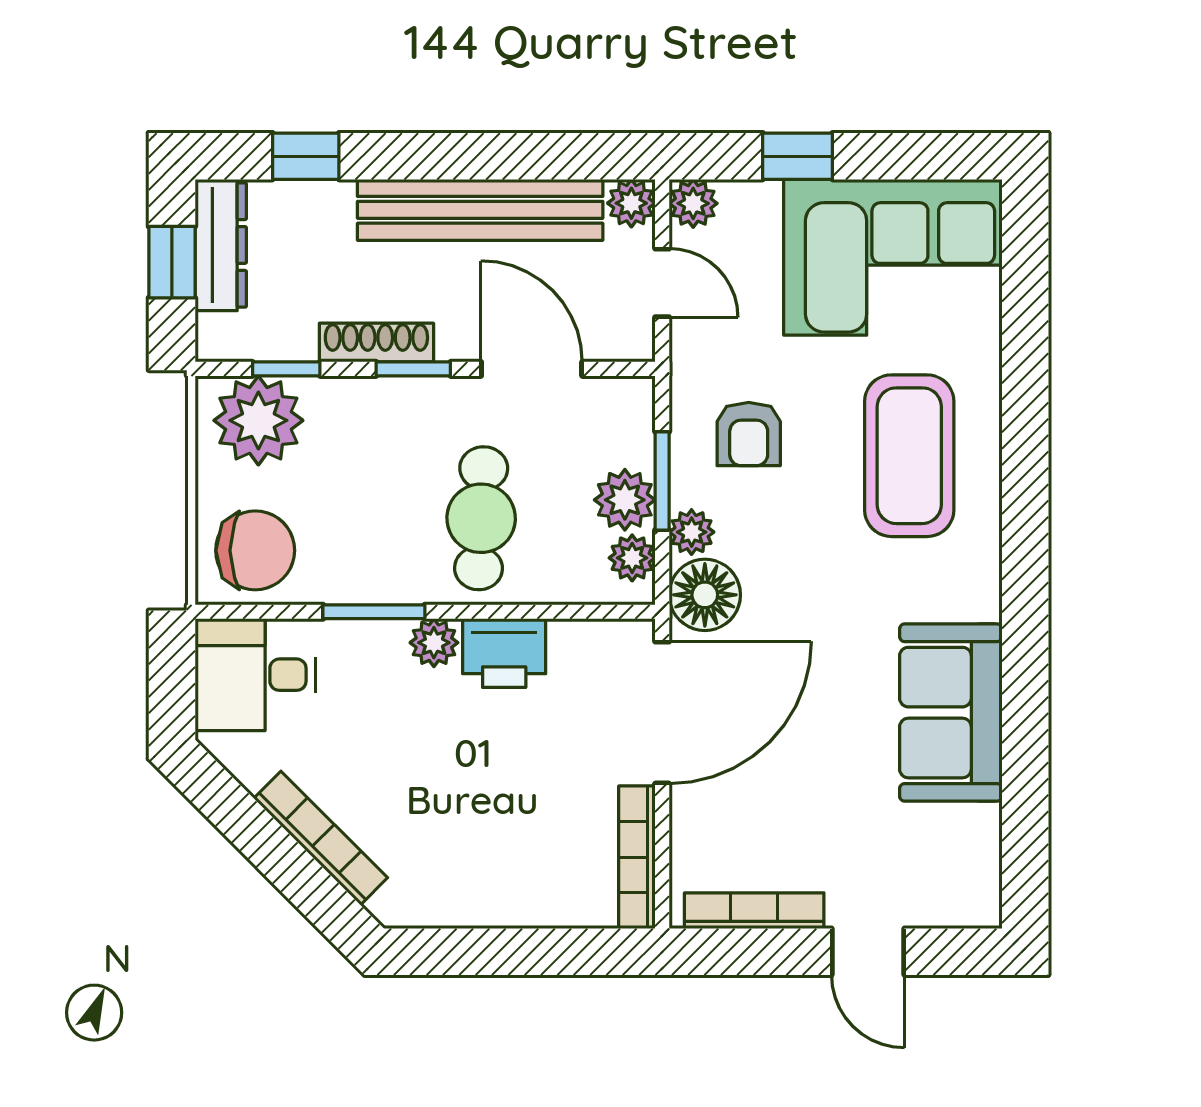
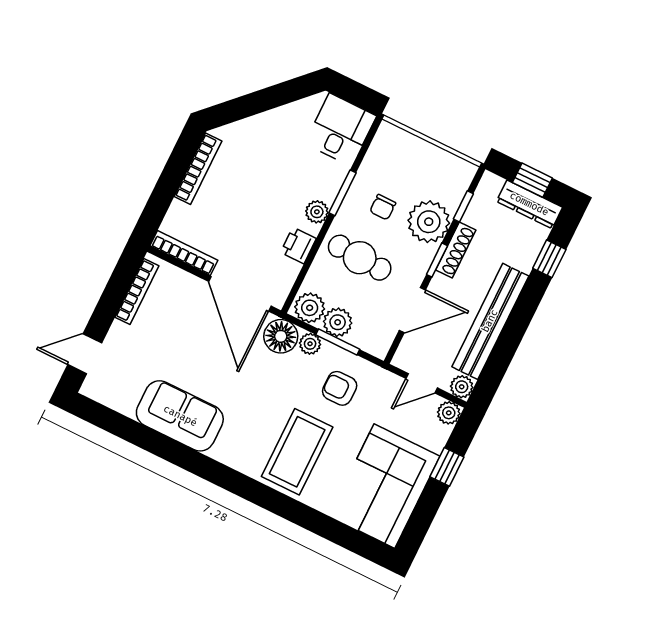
plant: (258, 420) -> (429, 222), moved
coffee table: (909, 456) -> (297, 452), turned 90
chair: (255, 550) -> (383, 207), moved, width x0.54, depth x0.54
plant: (632, 558) -> (310, 308), width x1.38, depth x1.38
printer: (504, 653) -> (298, 245), width x0.73, depth x0.81
bookcase: (321, 838) -> (198, 169), moved, turned -45
door: (868, 952) -> (85, 354), moved

